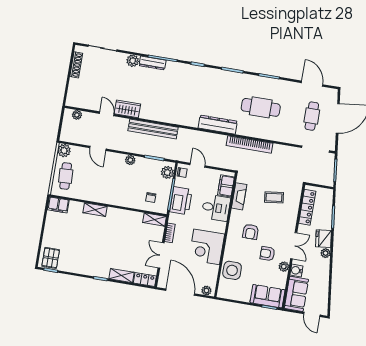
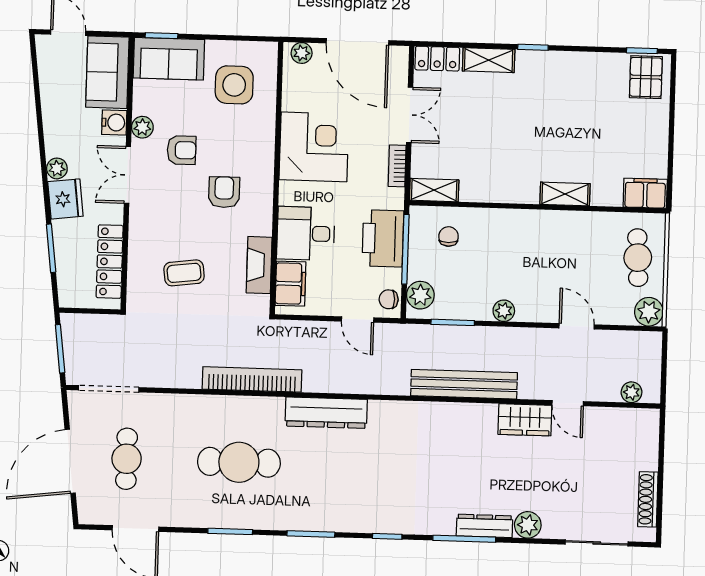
side table: (232, 270) -> (234, 85), moved

